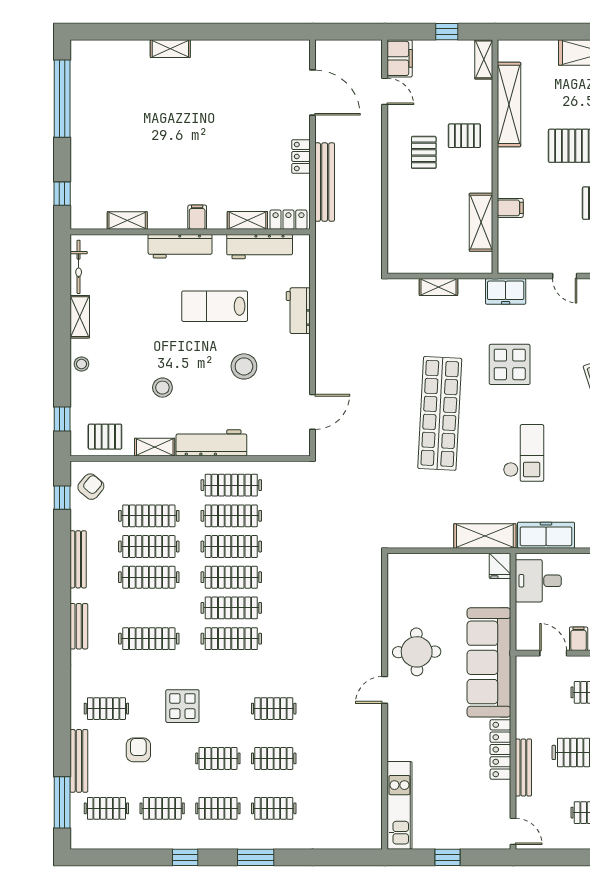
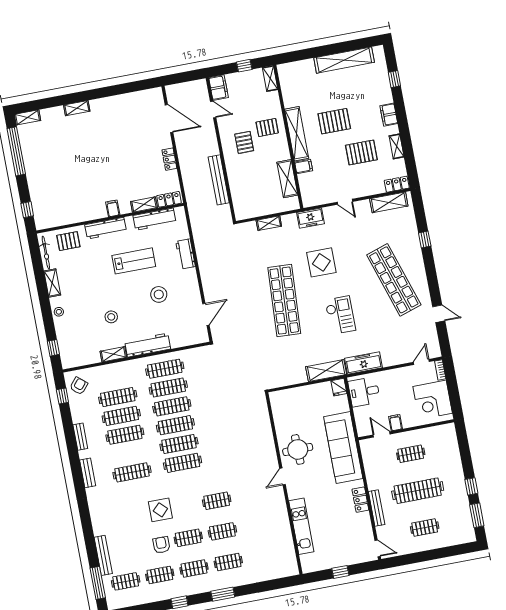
shelving: (509, 104) -> (297, 134), moved
bench: (325, 182) -> (219, 180), moved
shelving: (127, 221) -> (27, 117), moved
lab bench: (215, 306) -> (134, 261), turned 180
pallet: (105, 437) -> (68, 241), moved
bench: (78, 559) -> (80, 437), width x0.73
clothes rail: (106, 709) -> (114, 520), removed
locker: (500, 749) -> (360, 500), width x0.66
armchair: (138, 750) -> (161, 545), moved
kitchen unit: (399, 805) -> (301, 526), moved

